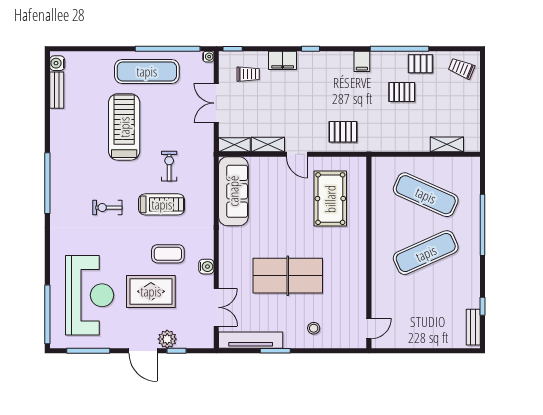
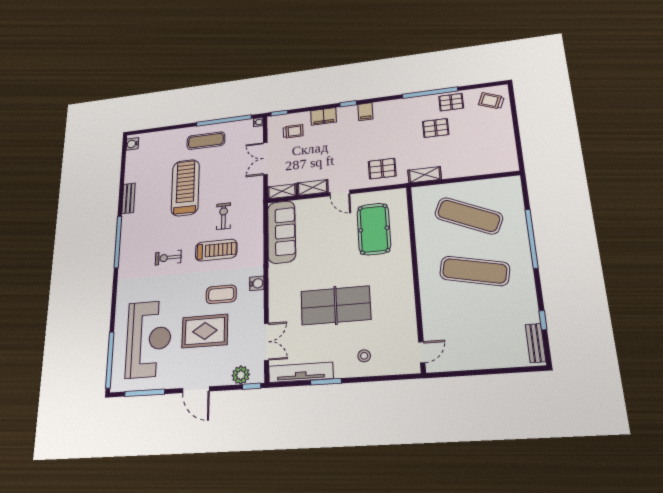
filing cabinet: (362, 61) -> (365, 112), moved
exercise mat: (147, 71) -> (206, 141), width x0.73, depth x0.69
bench: (57, 90) -> (128, 198), moved
shelving: (447, 144) -> (425, 175), moved
exercise mat: (426, 253) -> (475, 271), turned 36
water cooler: (206, 267) -> (257, 283), moved
plant: (167, 339) -> (241, 375), moved
window: (176, 351) -> (252, 386), moved

